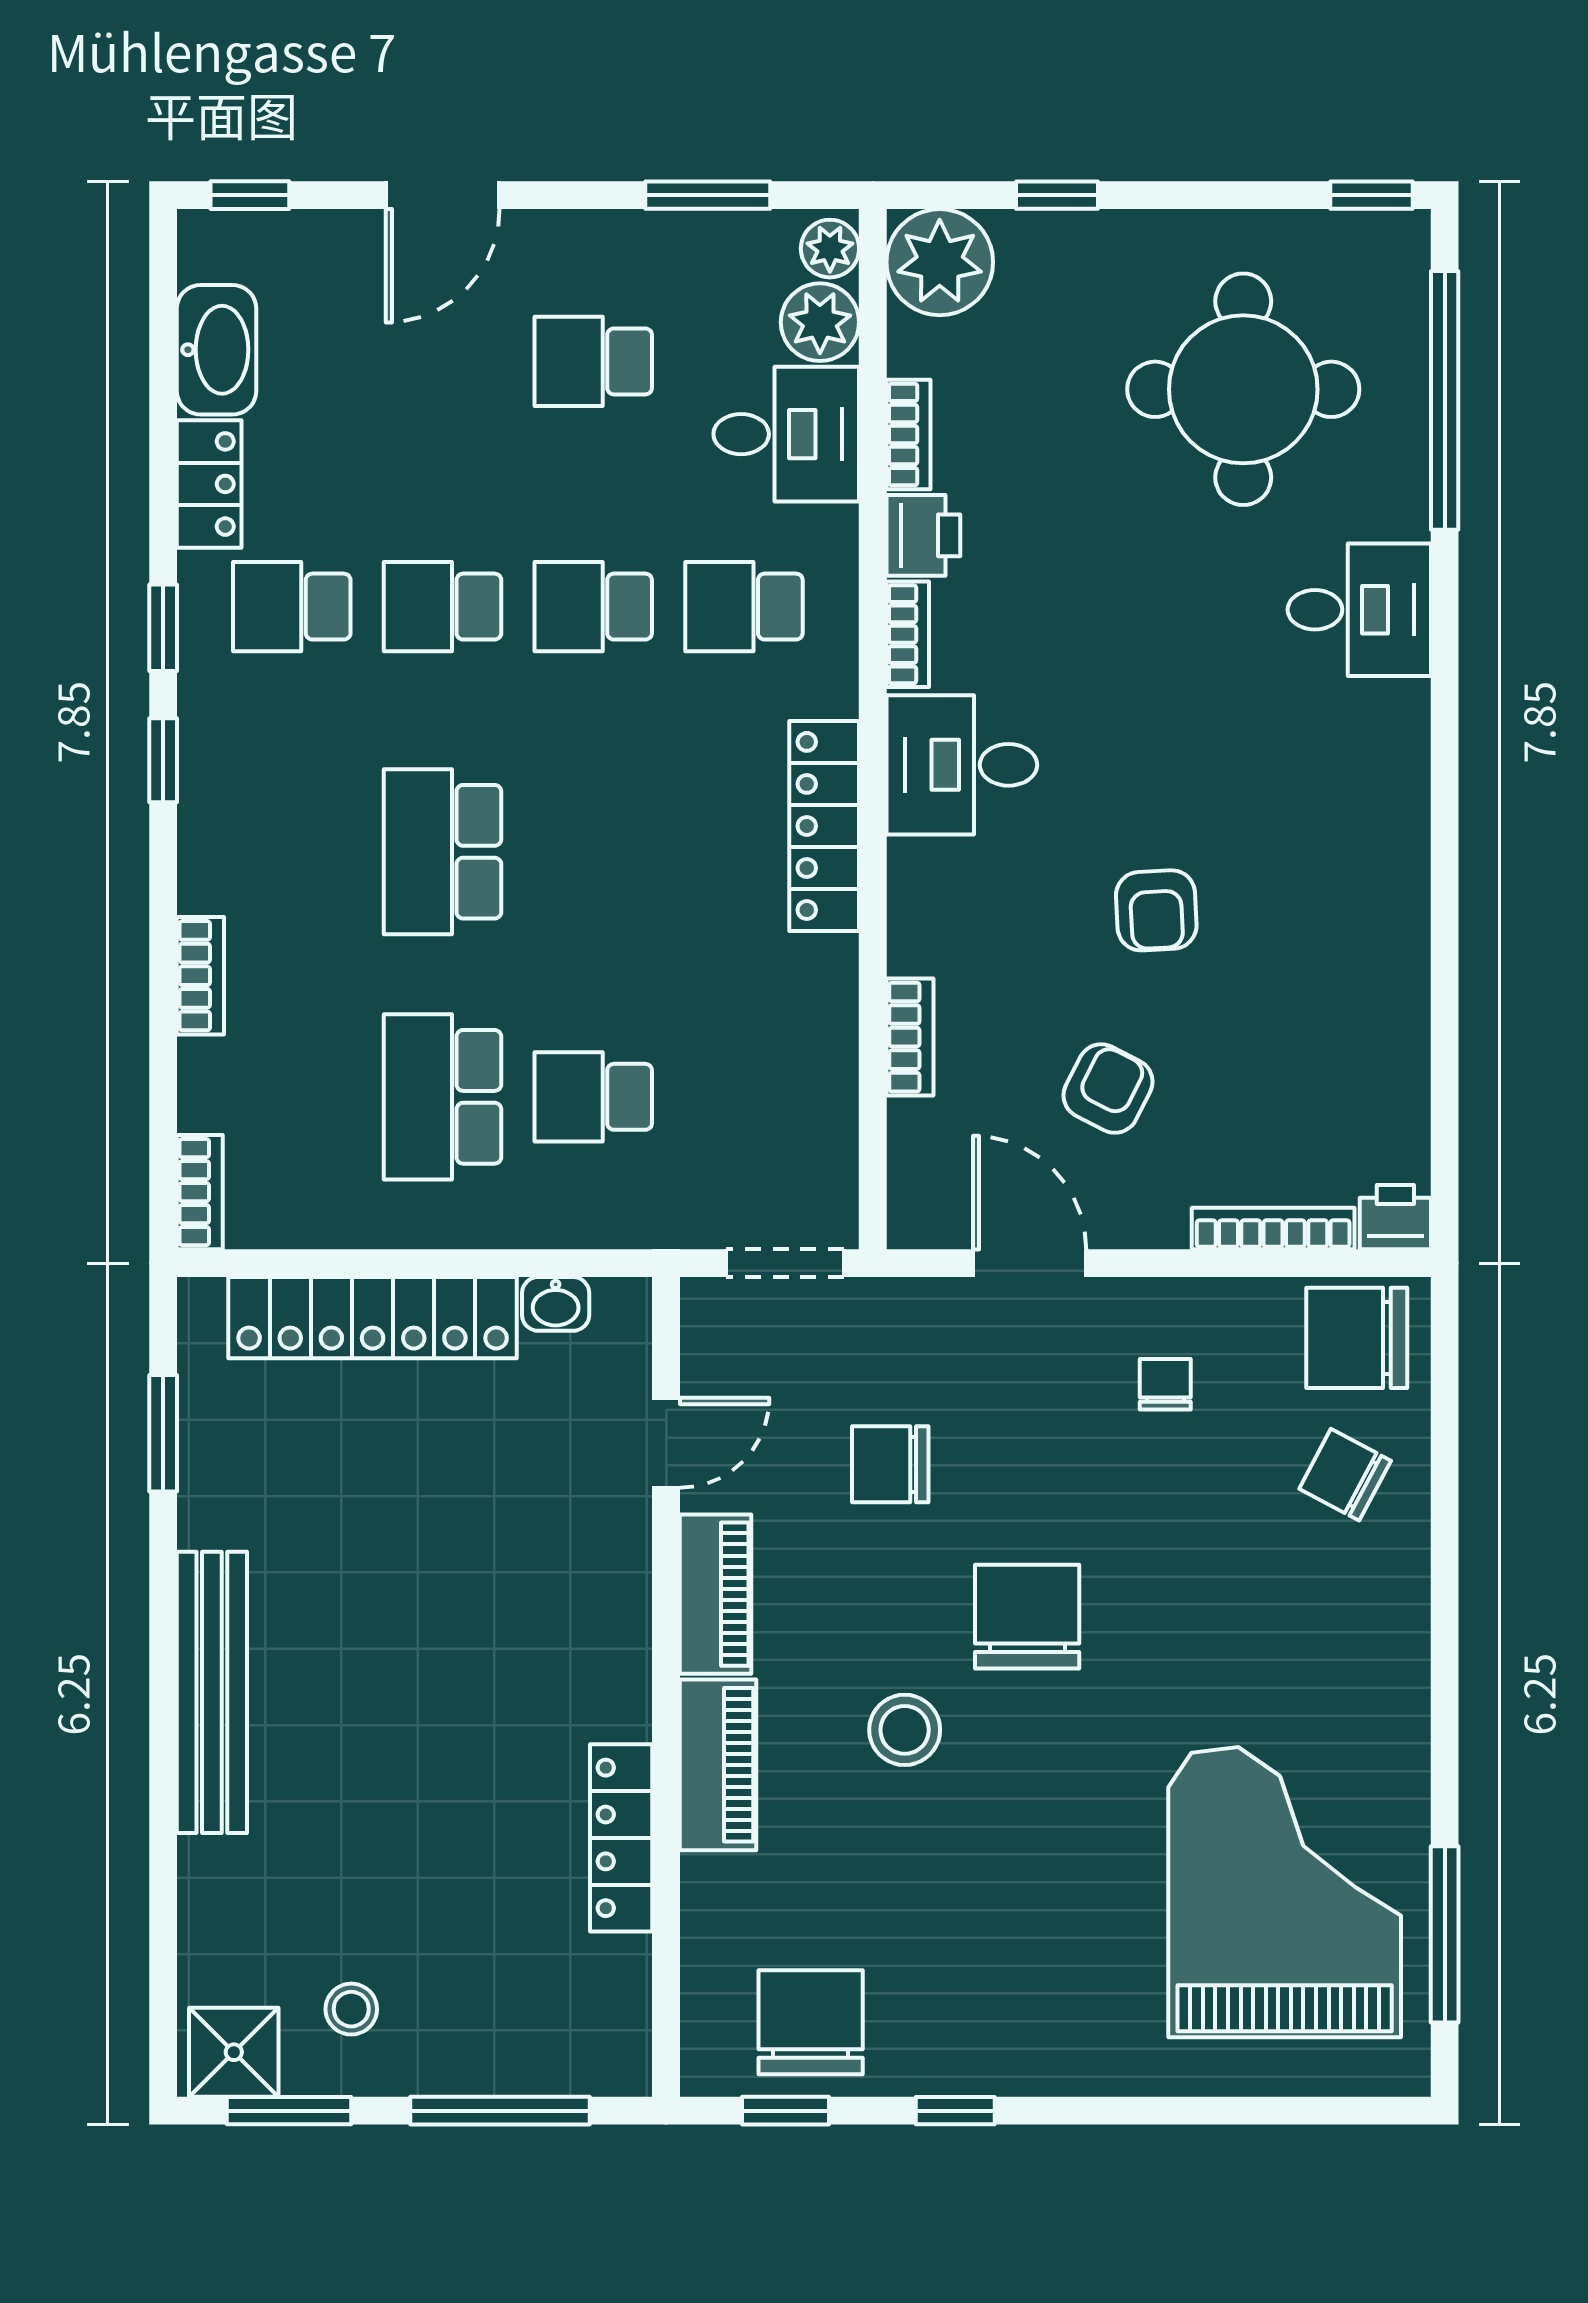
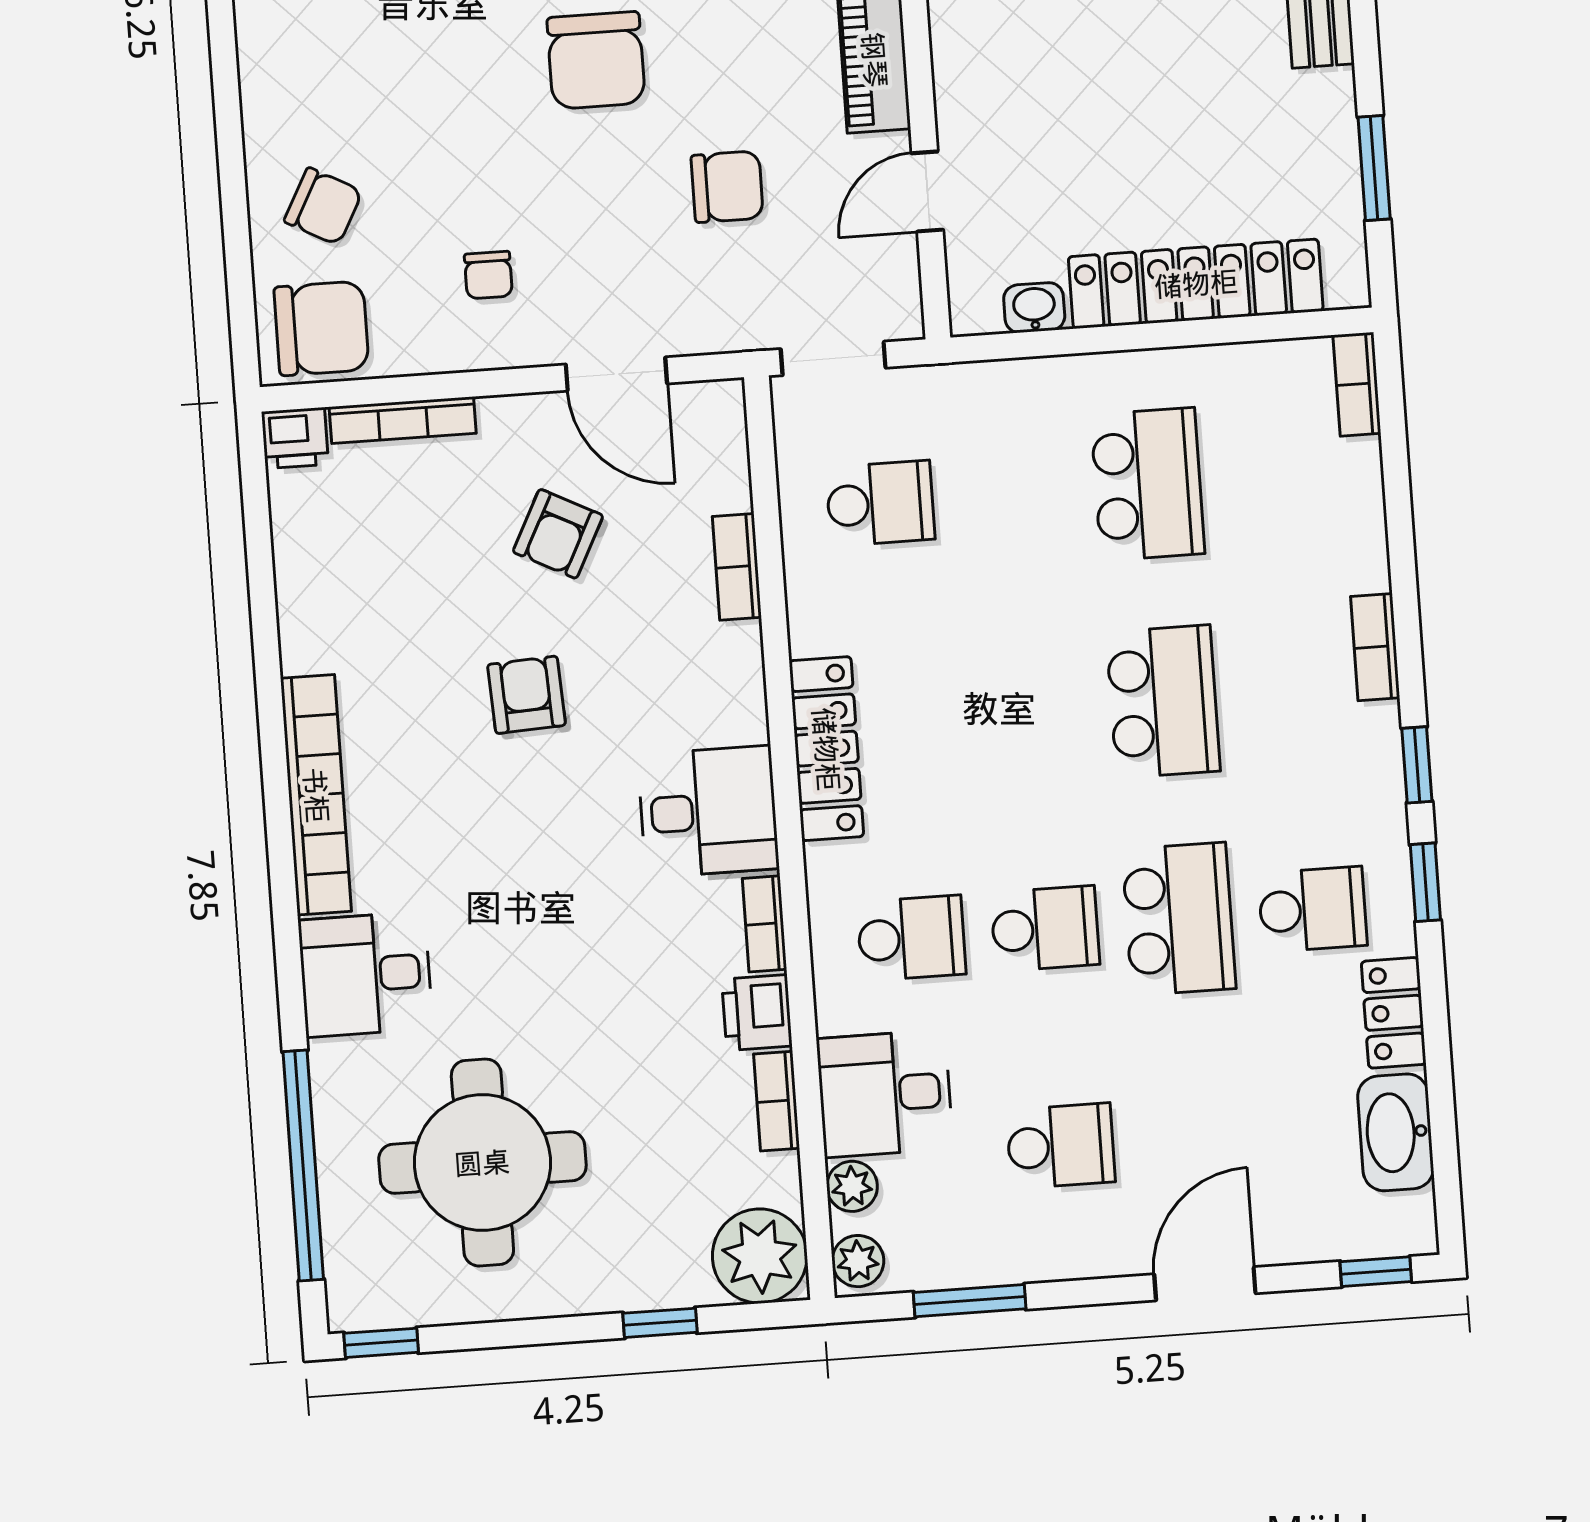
plant: (820, 322) -> (852, 1186), width x0.73, depth x0.73
school desk: (443, 607) -> (1179, 919), width x1.85
bookcase: (1400, 815) -> (316, 795), added
bookcase: (200, 976) -> (1375, 647), moved
school desk: (593, 1097) -> (880, 503), moved

